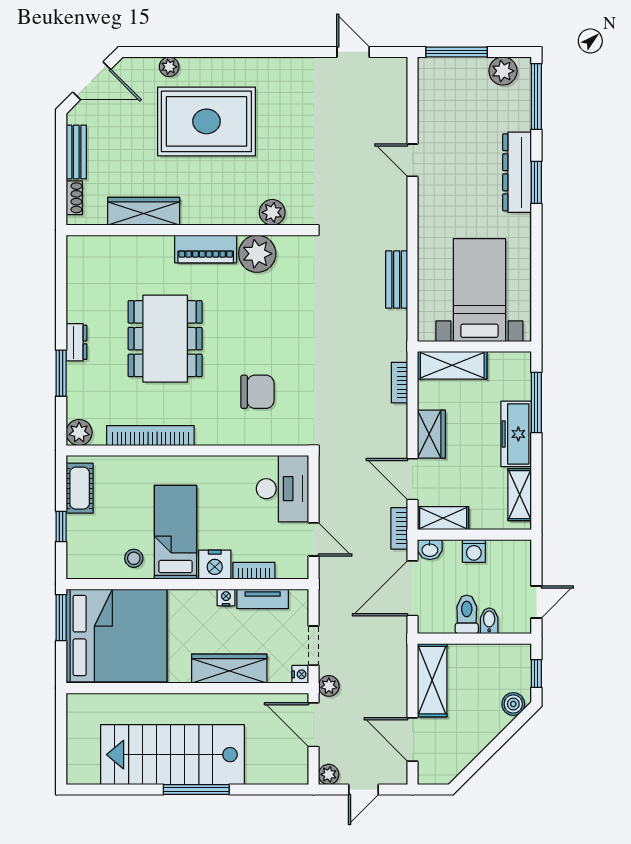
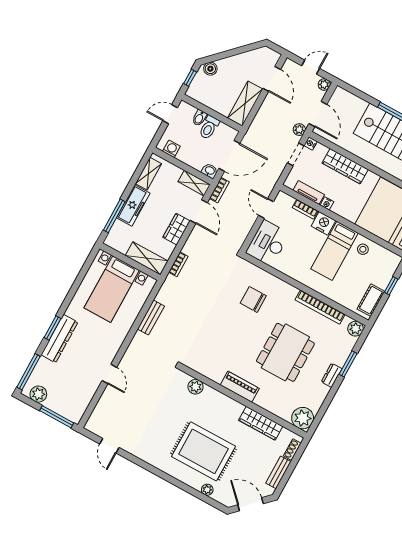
plant: (257, 254) -> (303, 418), moved
washing machine: (474, 551) -> (171, 149), moved

